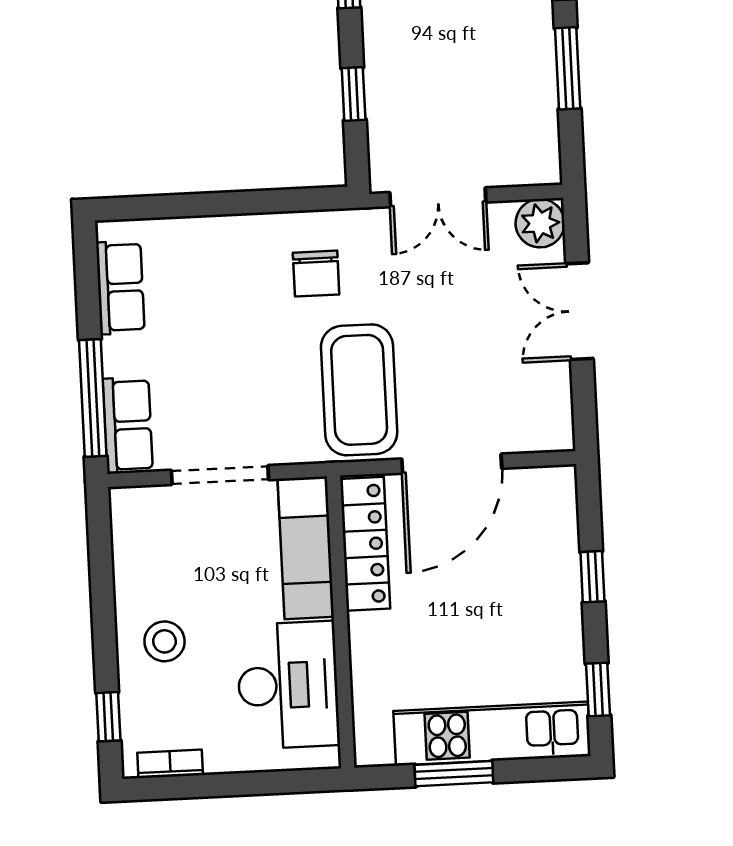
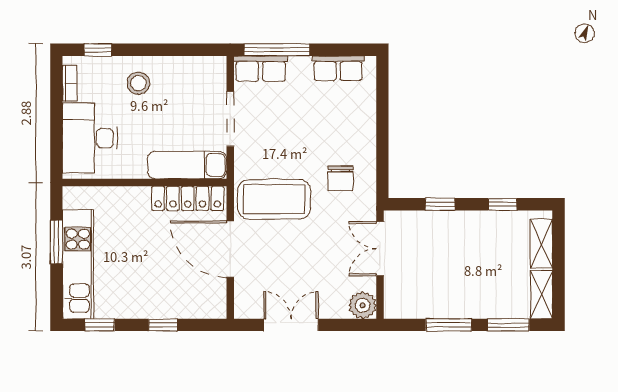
chair: (316, 274) -> (340, 178), turned -90
double door: (579, 311) -> (291, 325), moved
desk: (288, 685) -> (90, 138), moved, turned 90

